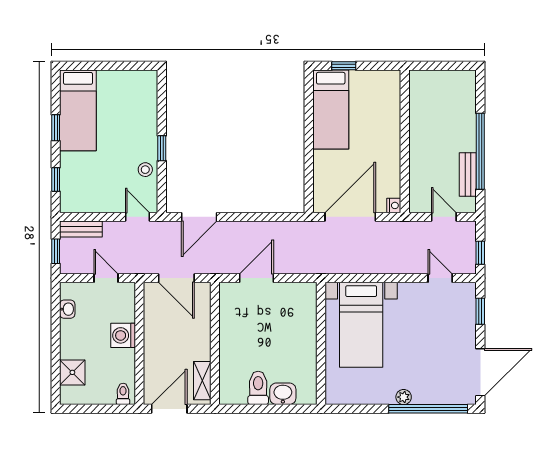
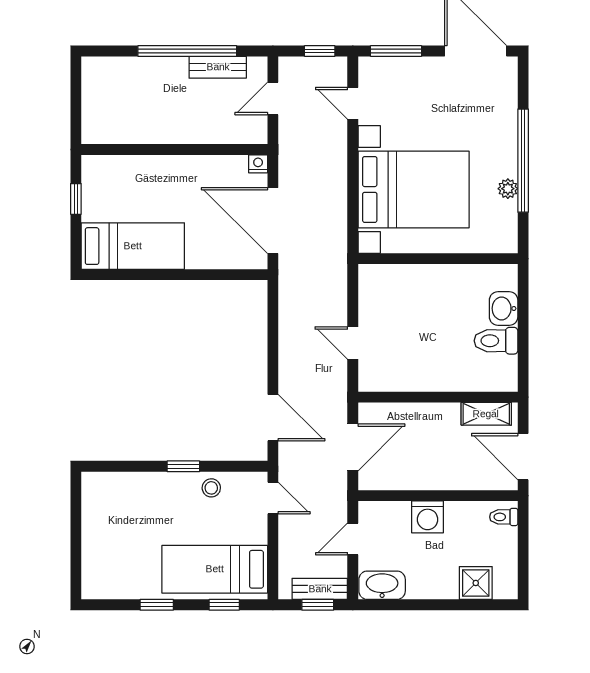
window: (344, 66) -> (76, 199), moved
bed: (78, 110) -> (215, 569), moved, turned 180
door: (138, 217) -> (273, 498), swing flipped
bench: (81, 229) -> (320, 589), moved, turned 90
door: (256, 278) -> (353, 343), width x0.73
door: (440, 278) -> (353, 103), hinge flipped
washbasin: (67, 309) -> (382, 585), width x1.91, depth x1.45
window: (480, 311) -> (396, 51), width x1.50
bed with nightstands: (361, 325) -> (414, 189), width x1.36
plant: (404, 397) -> (508, 189), moved
window: (428, 409) -> (523, 161), moved

